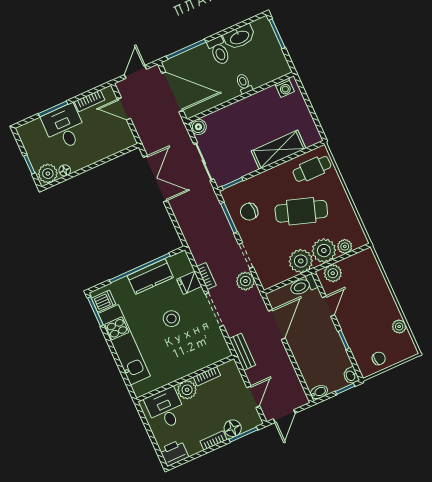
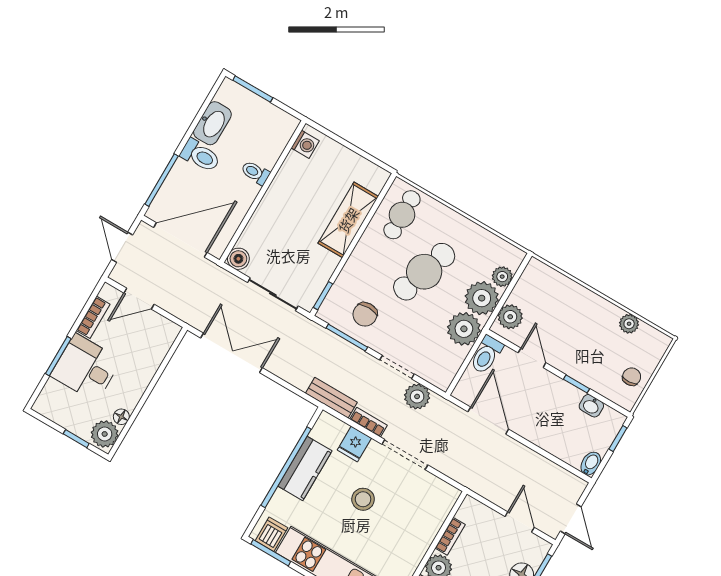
bench: (242, 352) -> (331, 398), moved
washbasin: (351, 376) -> (591, 406), moved

